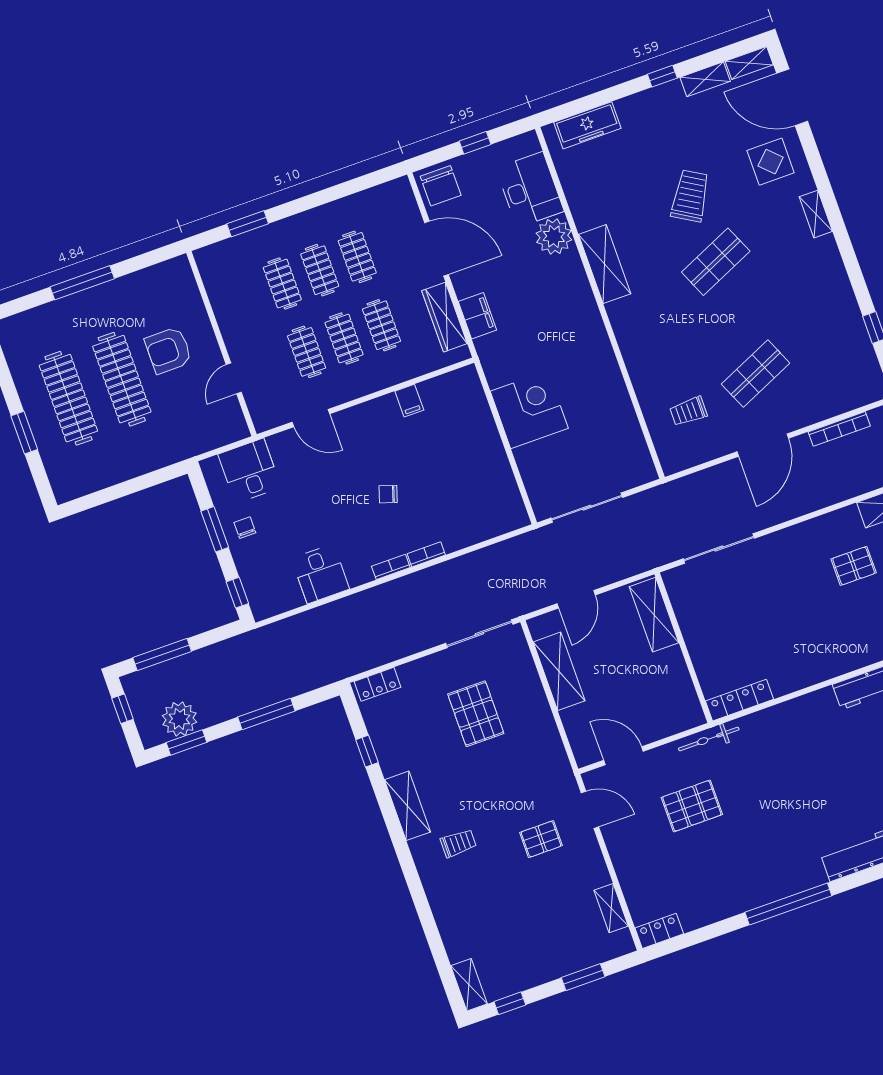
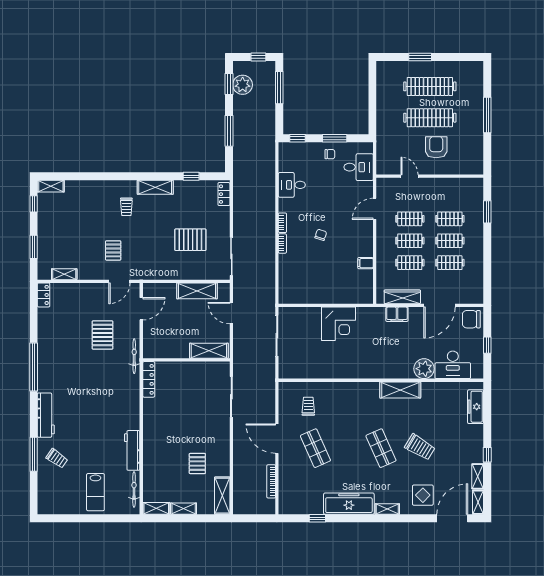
freezer: (830, 283) -> (349, 504), added

